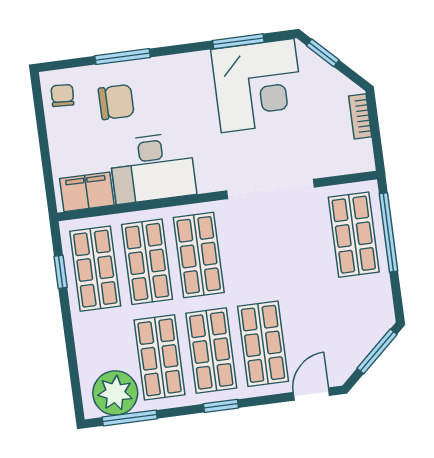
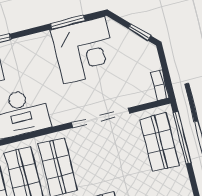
window: (323, 53) -> (139, 32), moved
bookcase: (360, 116) -> (160, 85), moved

